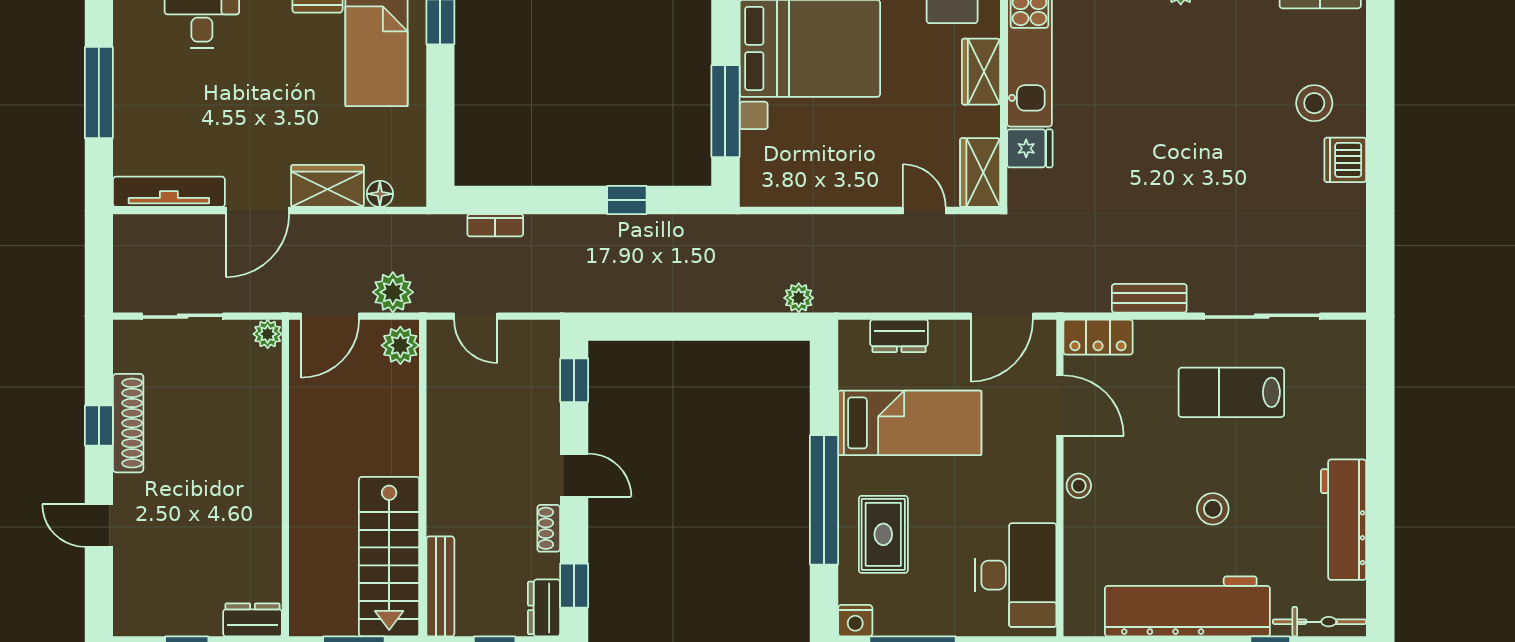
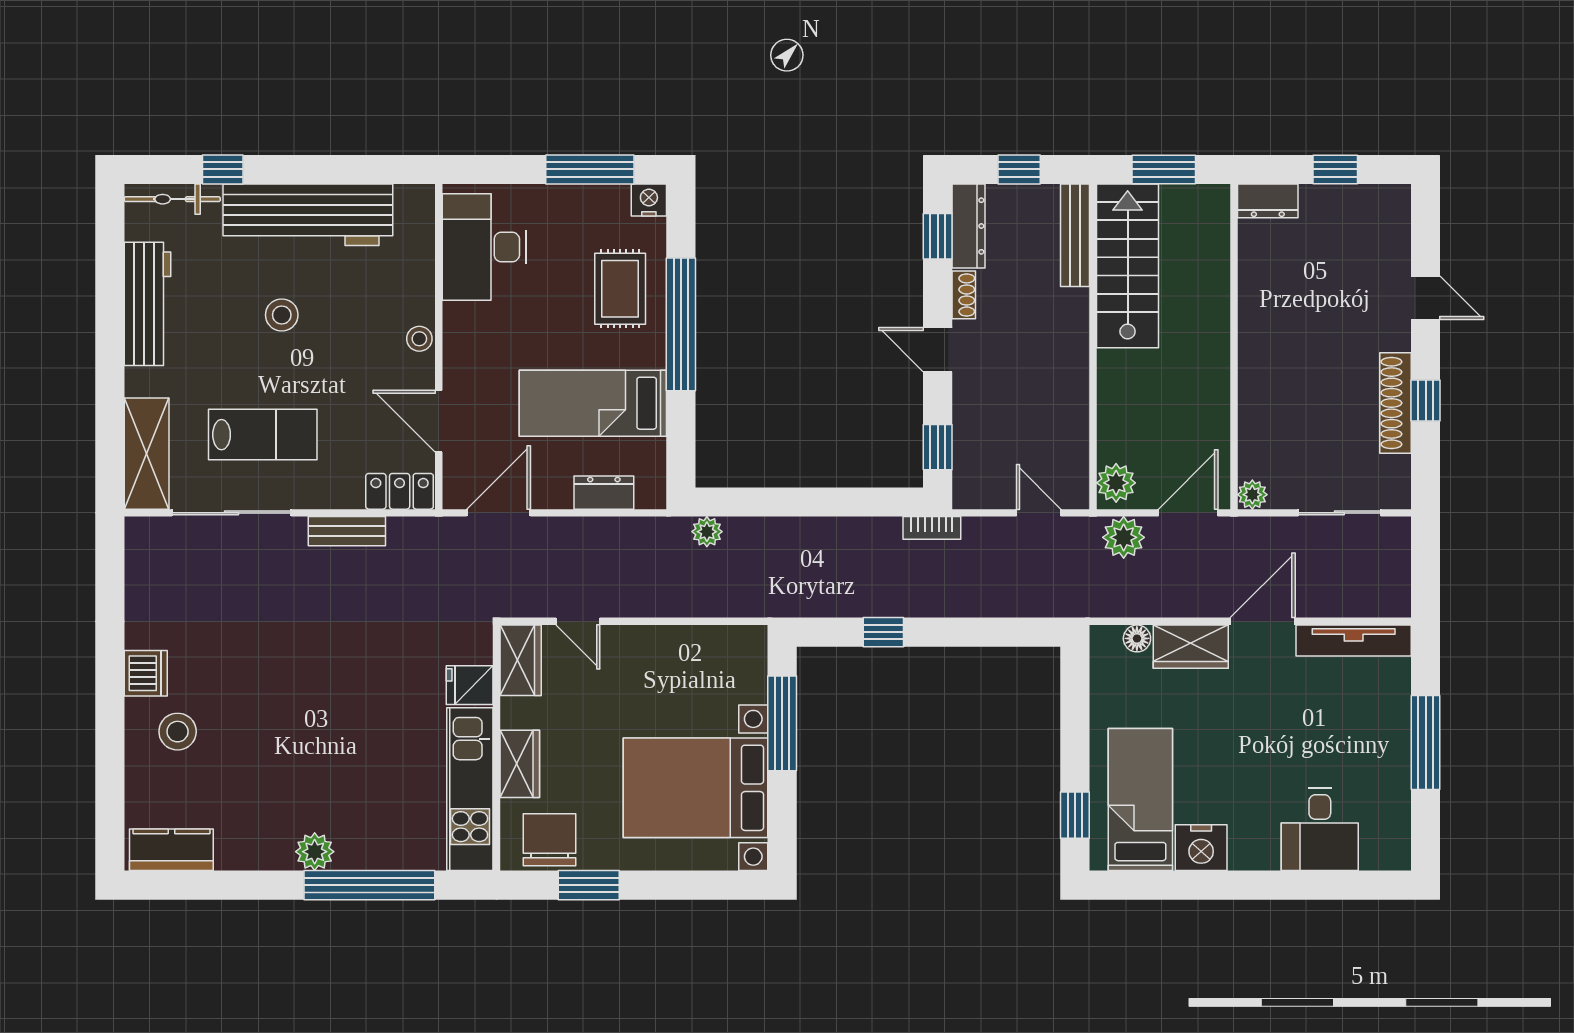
bookcase: (495, 225) -> (932, 528), moved, turned 180
shelving: (1344, 374) -> (147, 454), added
dresser: (544, 608) -> (968, 226), width x1.44

